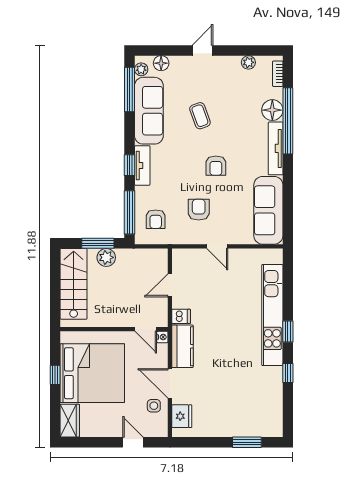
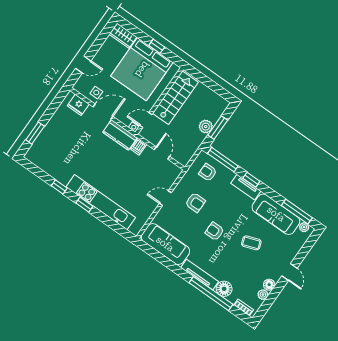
floor lamp: (161, 63) -> (269, 285), moved
stairs: (74, 284) -> (175, 98), moved, turned -90

